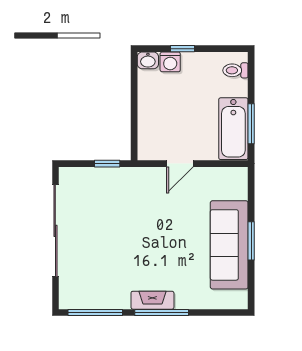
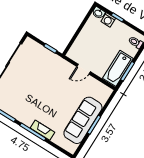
fireplace: (152, 300) -> (42, 130), moved

